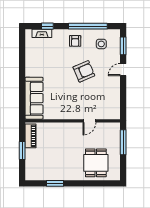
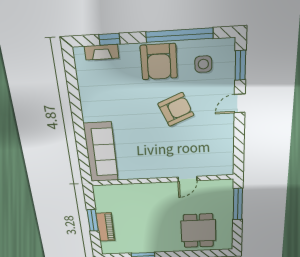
armchair: (75, 41) -> (159, 62), width x1.88, depth x1.88
piano: (30, 136) -> (105, 227), moved

